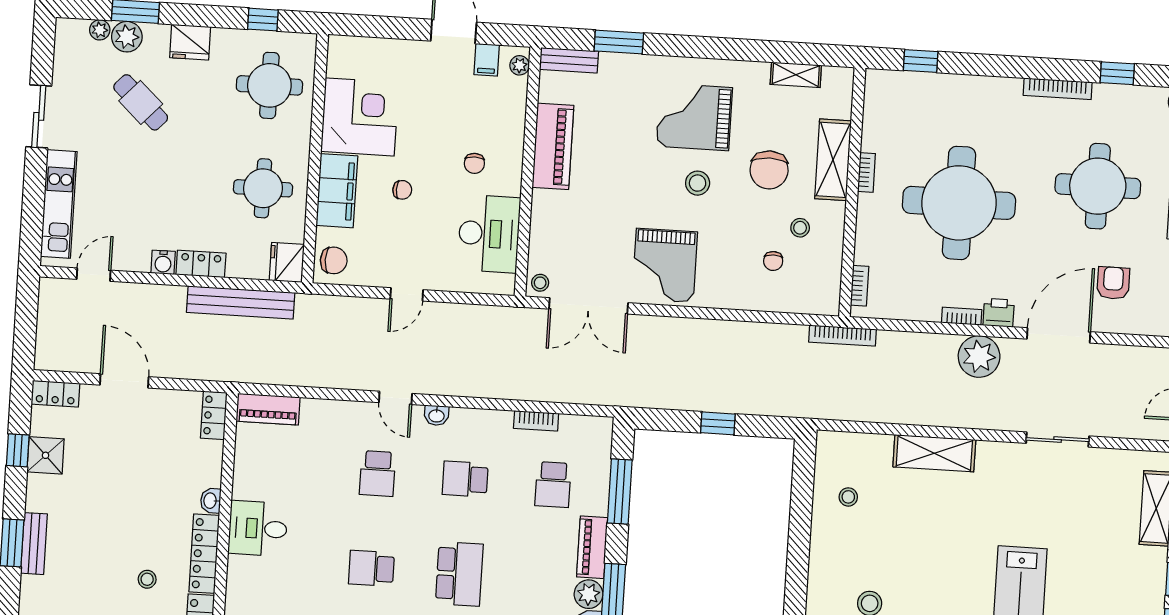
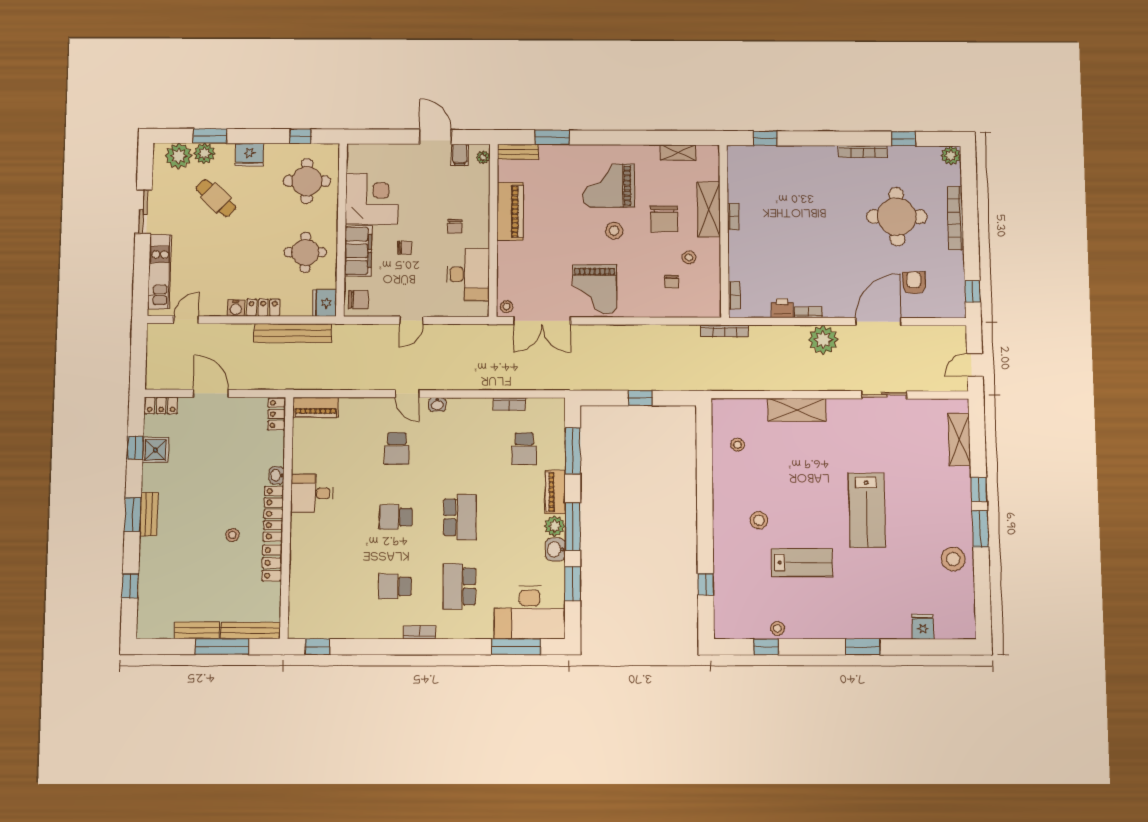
plant: (100, 30) -> (179, 156), width x1.88, depth x1.88
round table: (959, 203) -> (800, 234), removed
printer: (999, 313) -> (782, 308), moved
school desk: (465, 479) -> (461, 449), removed

